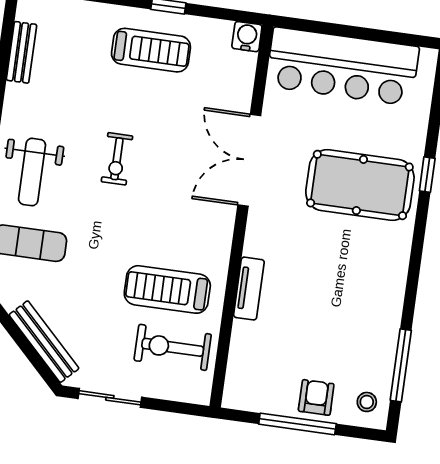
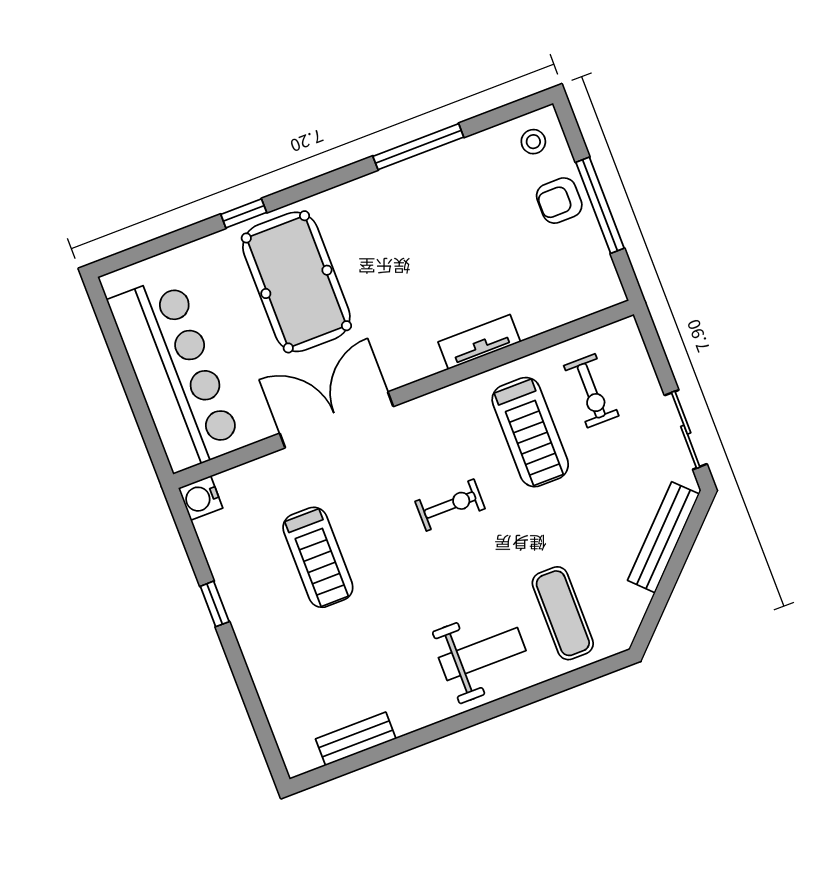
treadmill: (151, 50) -> (318, 557), moved, turned 180
exercise bike: (117, 159) -> (450, 505), moved
double door: (249, 160) -> (336, 420), swing flipped
exercise bike: (173, 347) -> (591, 391), width x0.73, depth x0.72
window: (401, 365) -> (418, 147), moved

